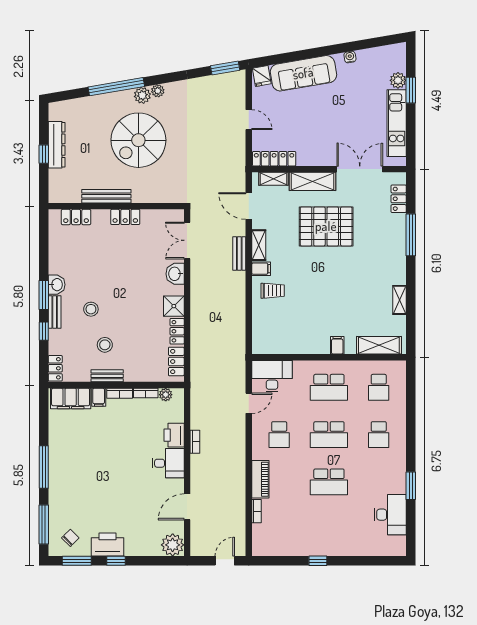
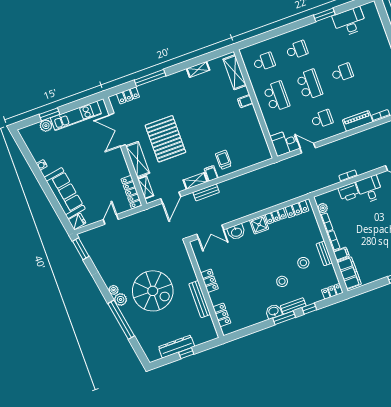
desk: (272, 376) -> (284, 143), width x0.73
school desk: (329, 482) -> (342, 73), width x0.54

